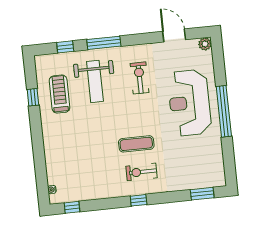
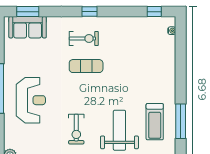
window: (33, 97) -> (181, 121), width x2.17
reception desk: (189, 103) -> (31, 100), width x0.74, depth x0.77
sofa: (201, 177) -> (28, 27), added

